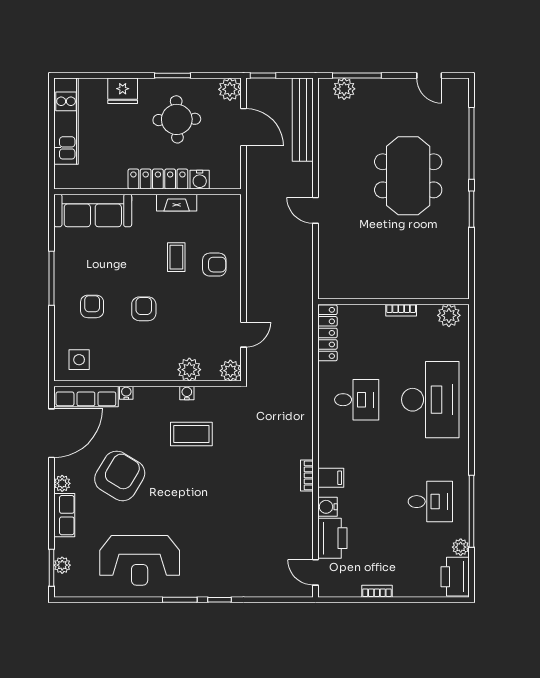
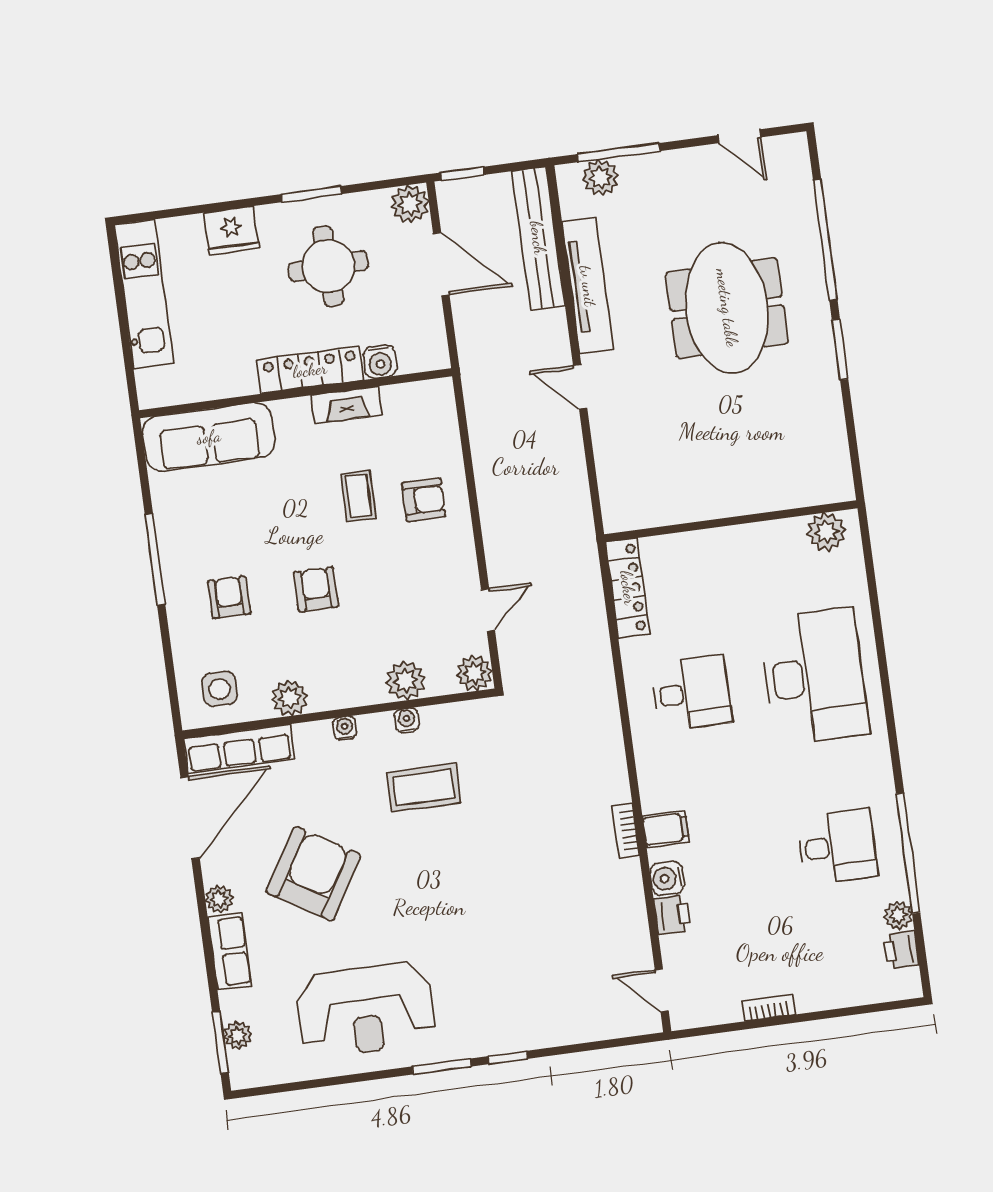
tv unit: (328, 152) -> (588, 286), added
bookcase: (401, 310) -> (745, 534), removed
plant: (120, 371) -> (290, 698), added
water cooler: (126, 393) -> (345, 728), moved
printer: (332, 538) -> (672, 915), width x0.53, depth x0.68
printer: (455, 577) -> (901, 950), width x0.53, depth x0.68

